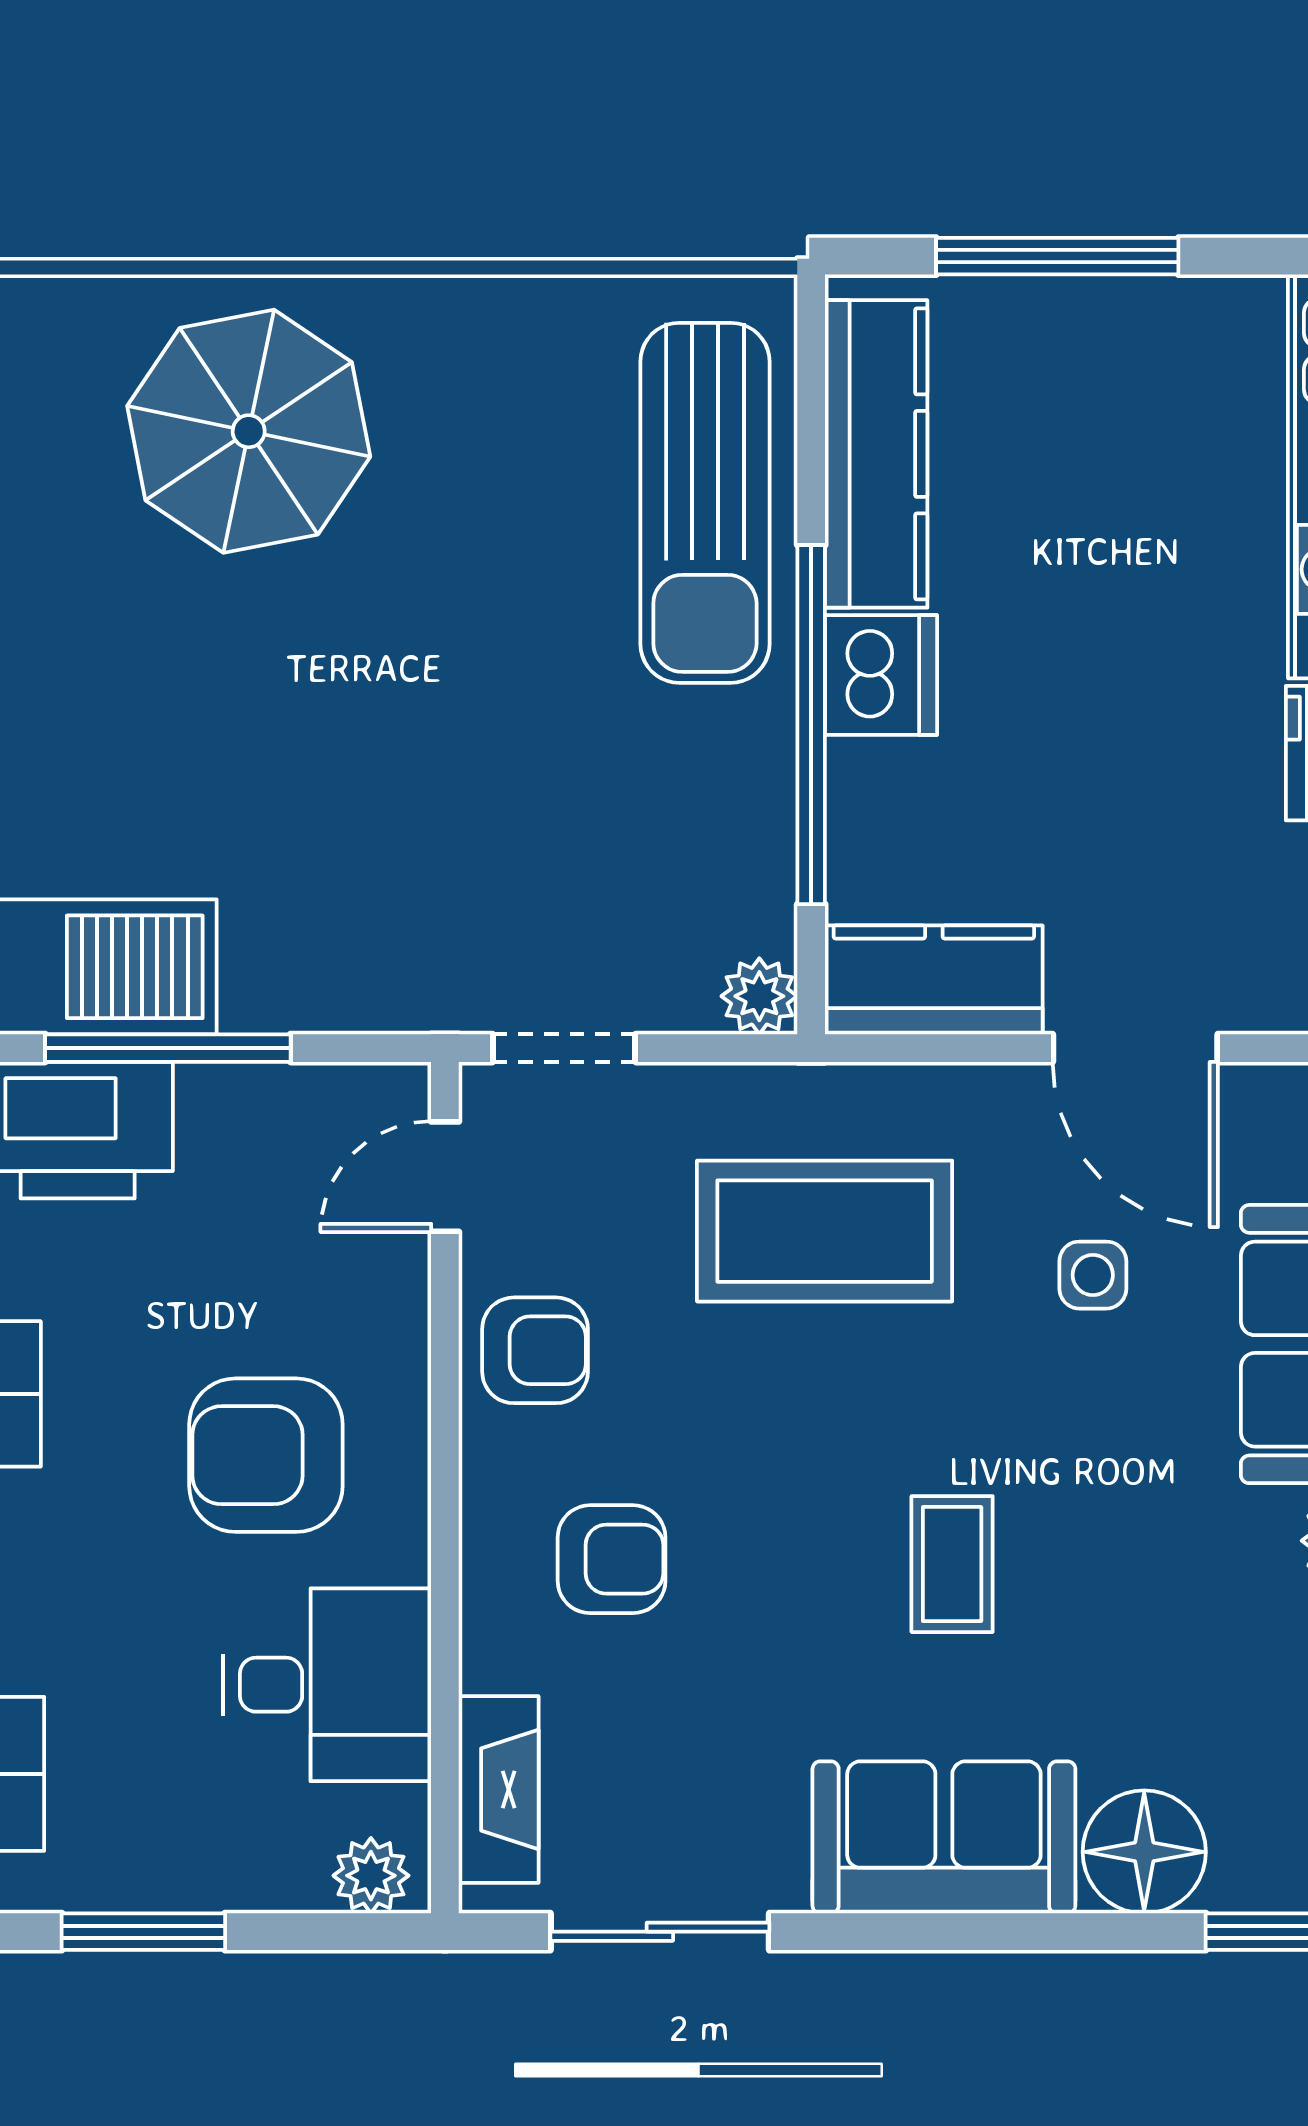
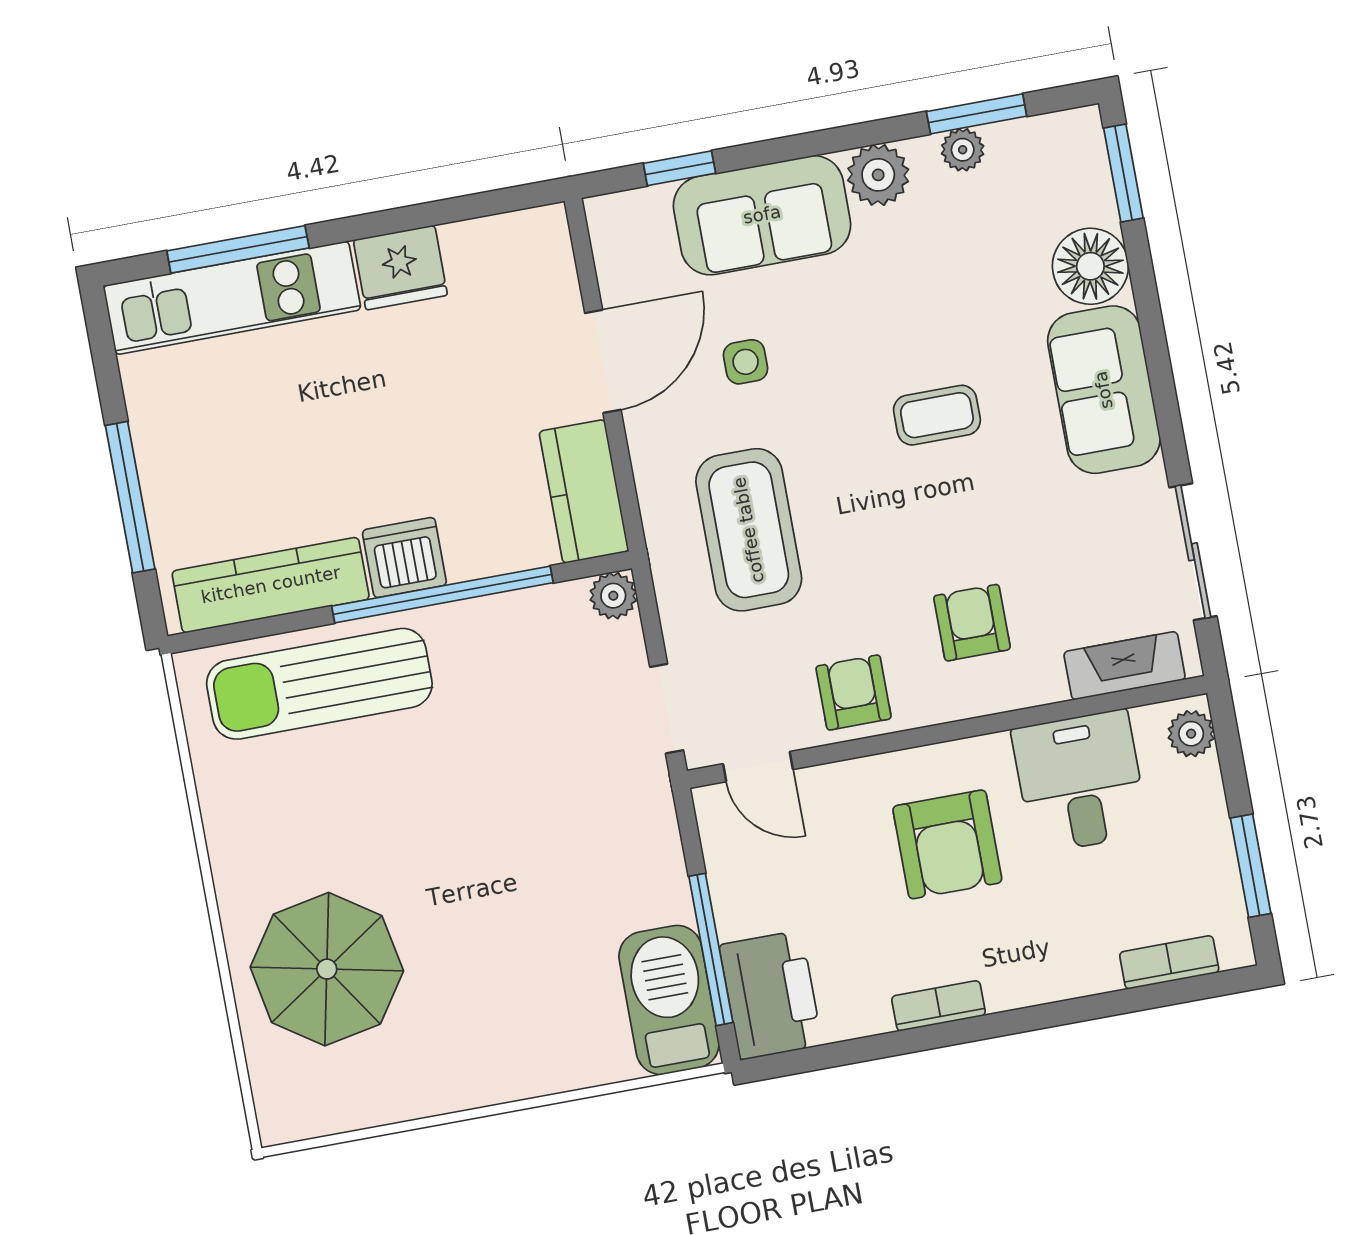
sun lounger: (705, 503) -> (319, 684), turned 180

